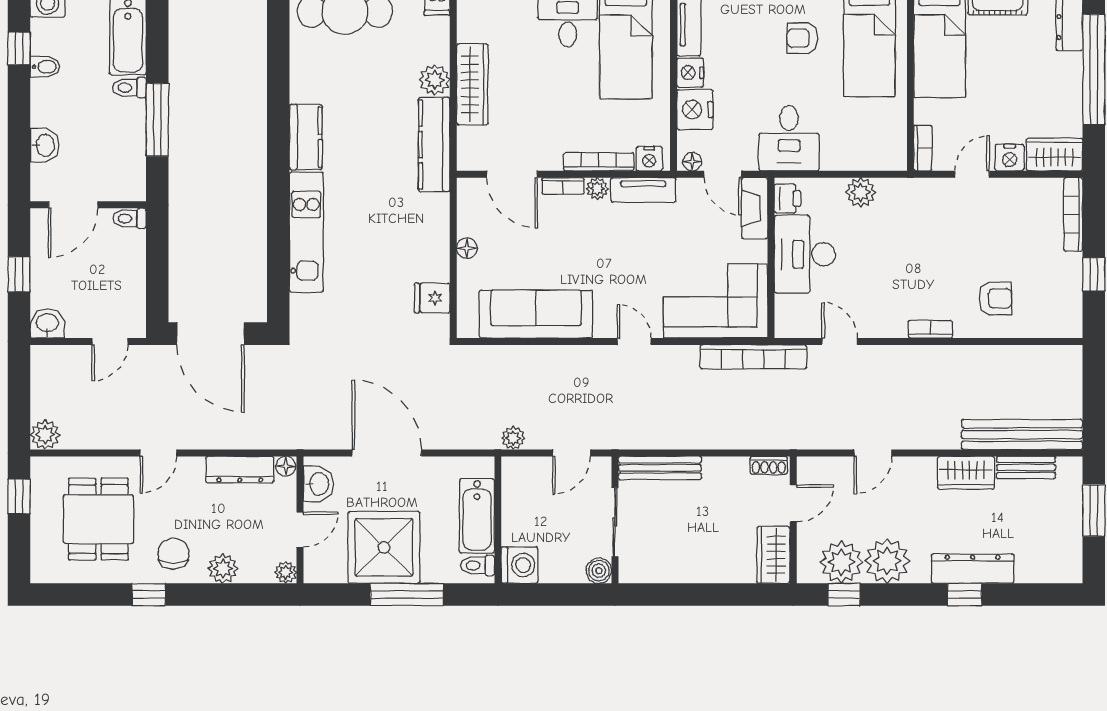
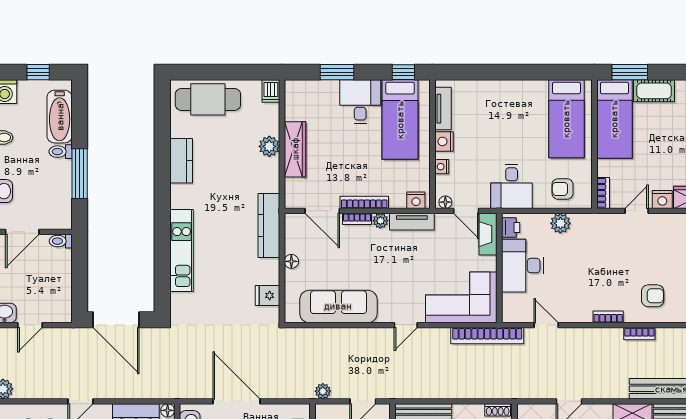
armchair: (802, 38) -> (562, 189), moved
nightstand: (695, 110) -> (442, 167), width x0.53, depth x0.56
kitchen counter: (306, 137) -> (181, 161), moved
kitchen counter: (434, 144) -> (269, 226), moved
bookcase: (599, 162) -> (364, 202), moved
door: (110, 341) -> (30, 325), moved
door: (634, 341) -> (406, 325), swing flipped
bookcase: (976, 354) -> (639, 334), added

